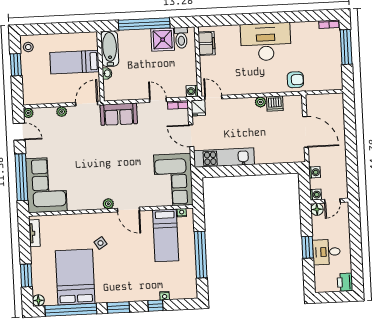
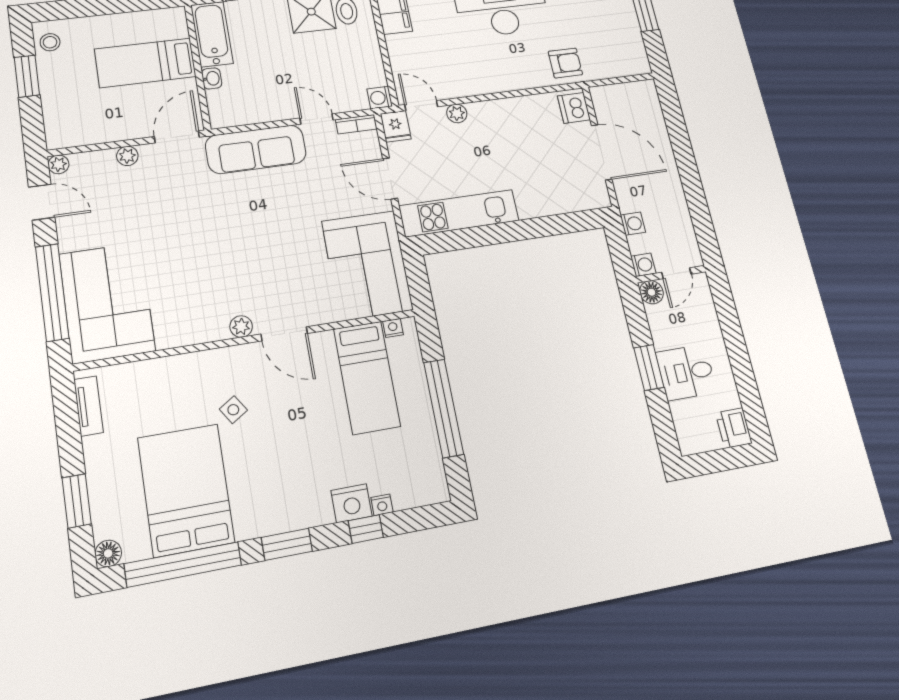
plant: (260, 102) -> (457, 113), moved
dishwasher: (275, 103) -> (574, 108), moved, turned 90
sofa: (119, 114) -> (256, 149), width x1.36
nightstand: (150, 293) -> (351, 503), added

